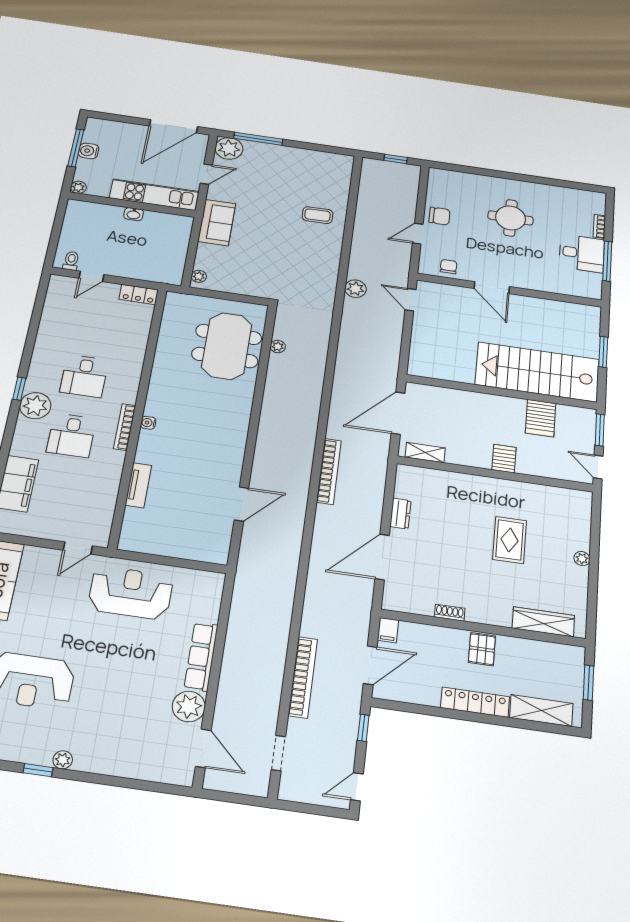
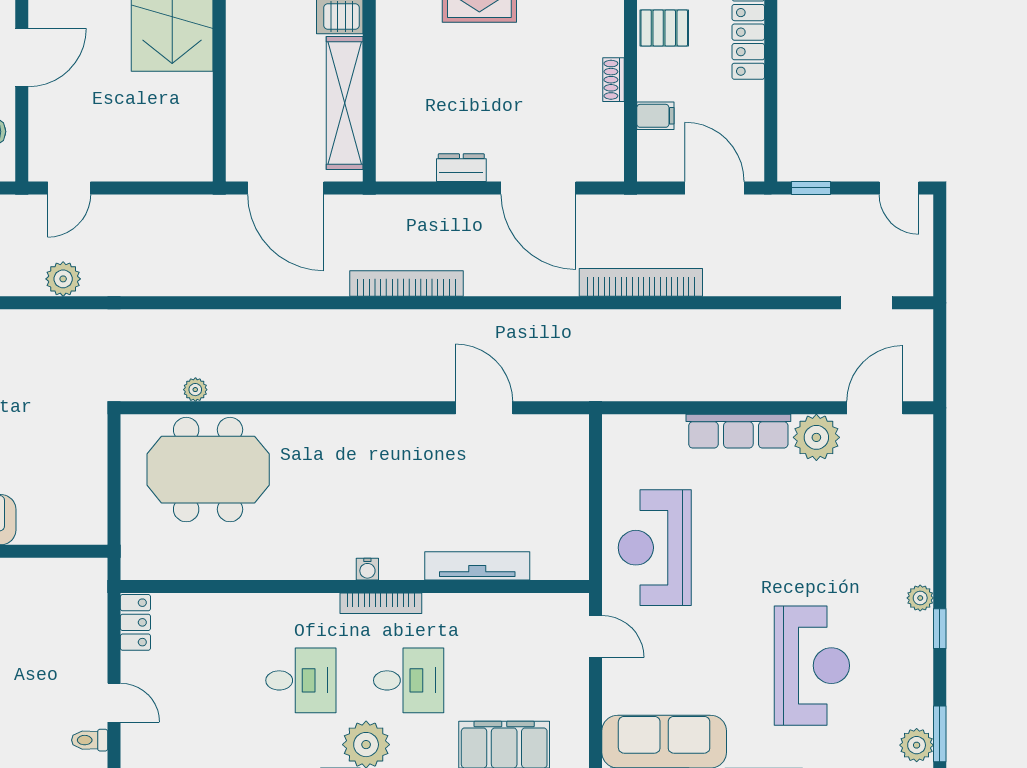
plant: (199, 276) -> (84, 533), removed
shelving: (425, 453) -> (345, 103), width x2.20, depth x1.33
tv unit: (138, 485) -> (477, 566), width x1.41
filing cabinet: (388, 630) -> (655, 116), moved
bookcase: (303, 677) -> (641, 282), moved

